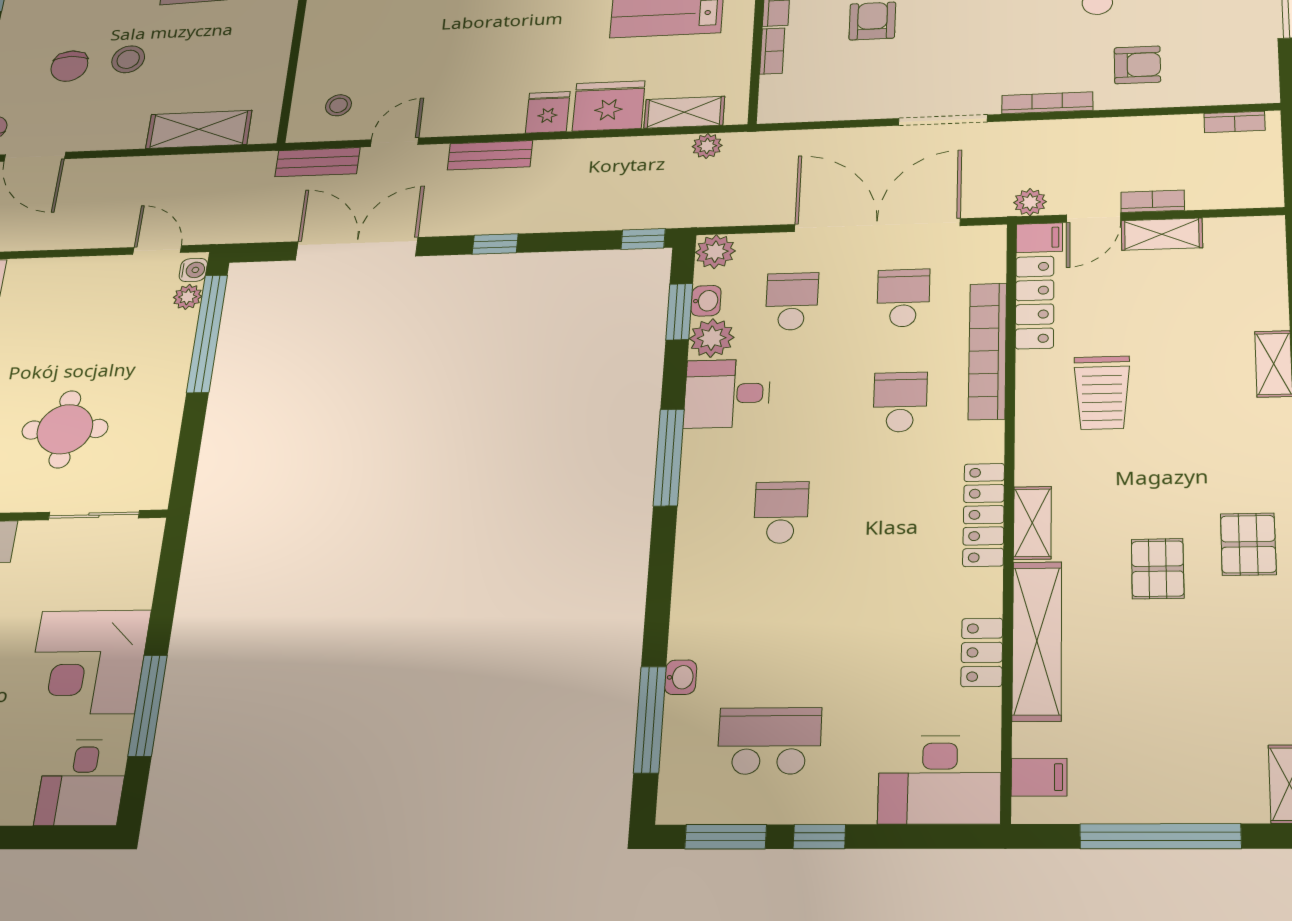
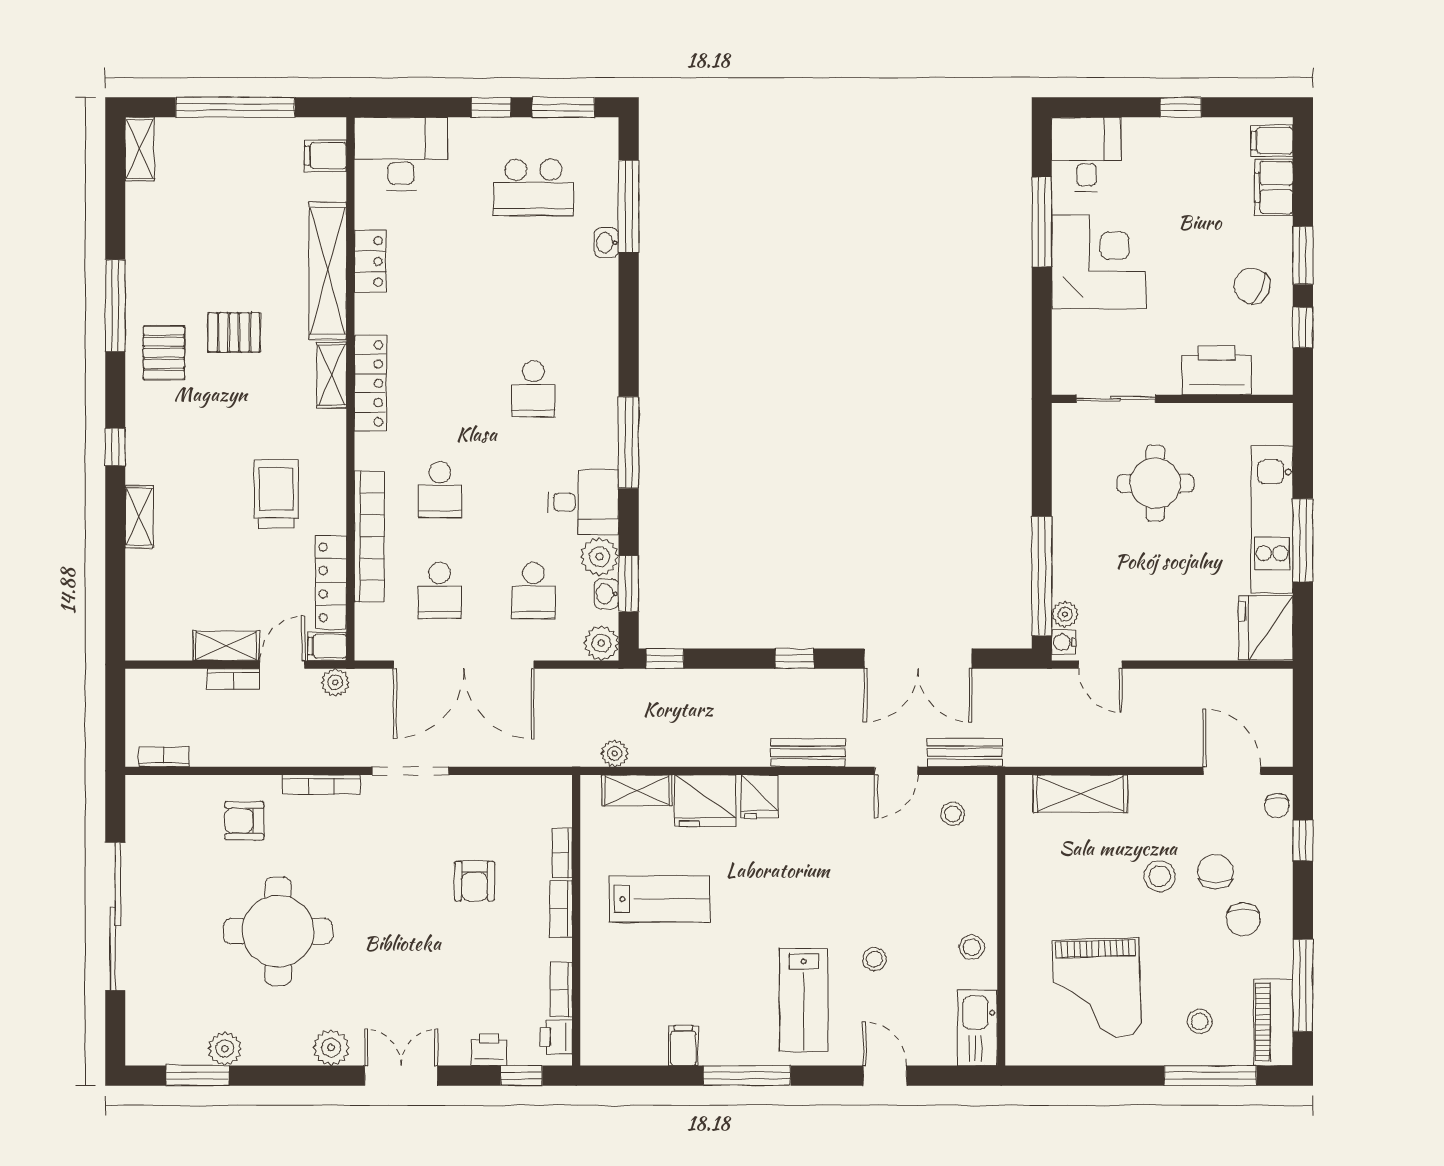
chair: (49, 26) -> (1243, 920), added
pallet: (1158, 569) -> (234, 332), turned 90

